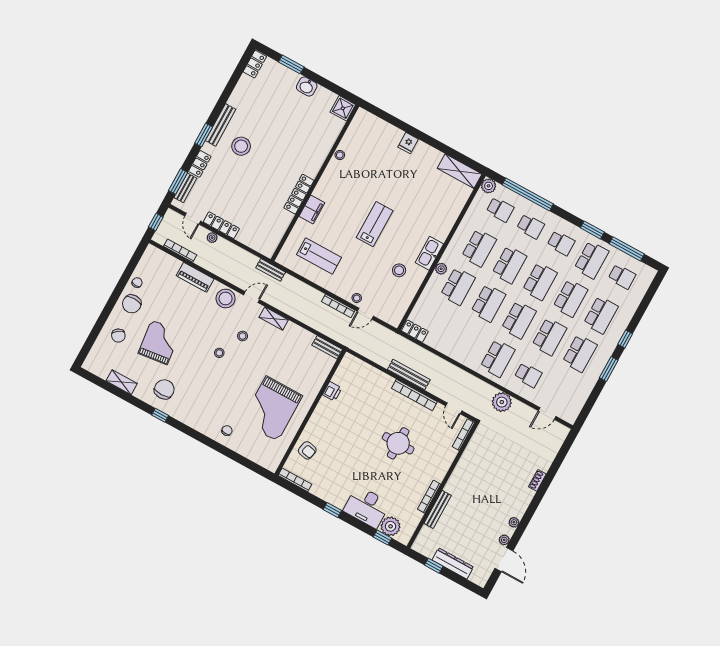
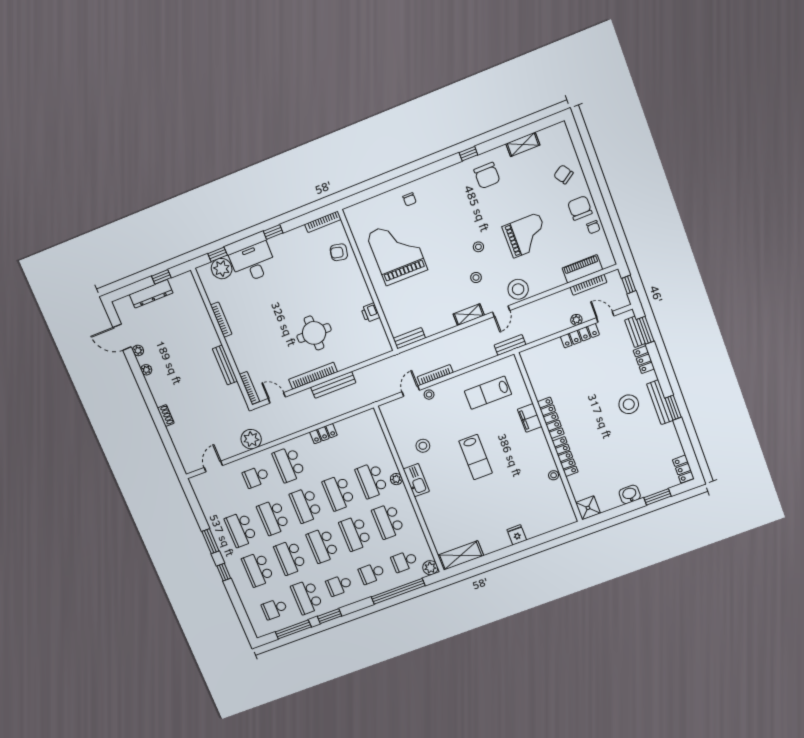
window: (204, 135) -> (673, 408), moved
locker: (319, 159) -> (565, 457), added
piano: (195, 277) -> (582, 269), moved
locker: (415, 331) -> (323, 434), moved
grand piano: (159, 342) -> (526, 235), moved, turned -83
round table: (398, 443) -> (314, 333), moved
bench: (438, 509) -> (225, 365), moved

